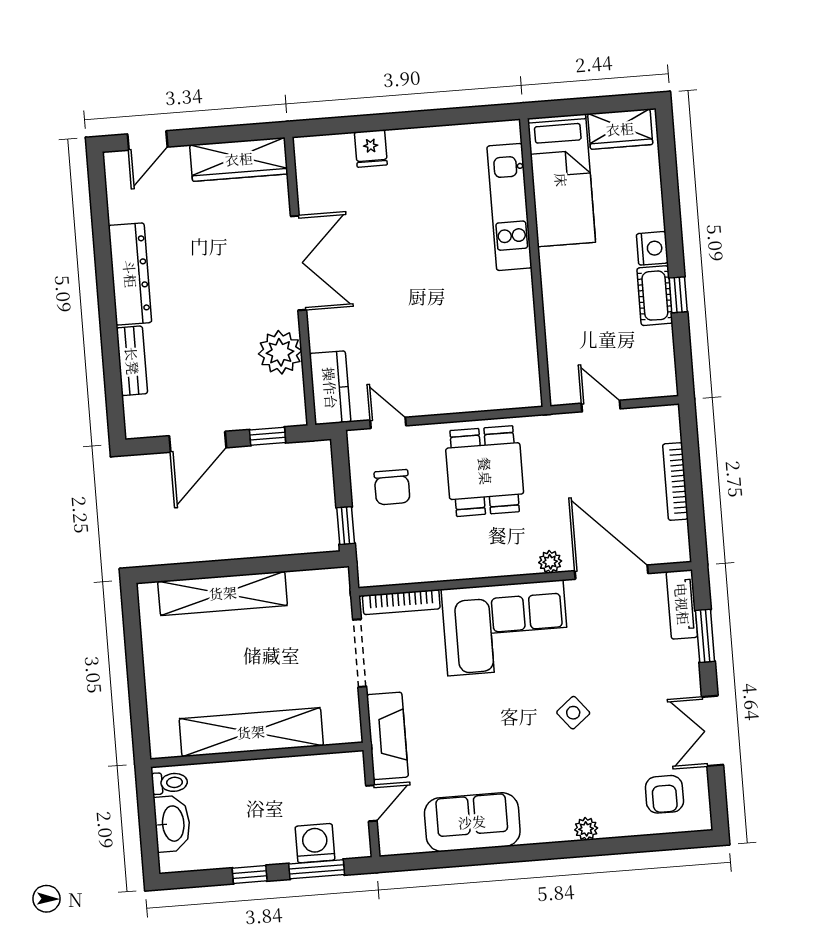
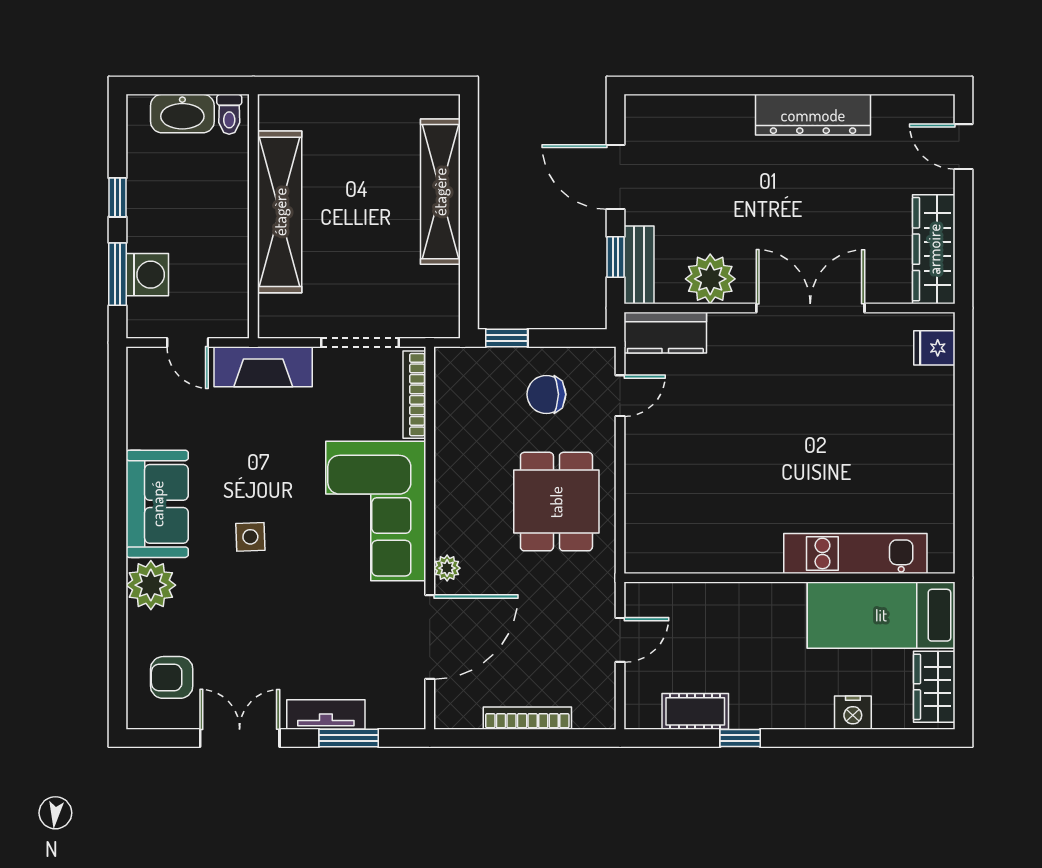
fridge: (371, 148) -> (934, 348), moved
nightstand: (652, 248) -> (853, 713), moved
double door: (299, 263) -> (810, 308), swing flipped
cot: (655, 296) -> (695, 711), moved
bench: (132, 361) -> (639, 265), moved, turned 90
dining table: (485, 471) -> (556, 502), turned 90
tv unit: (682, 604) -> (326, 714), moved
side table: (573, 713) -> (250, 537), moved, turned 37
sofa: (472, 822) -> (157, 504), moved
plant: (586, 829) -> (151, 585), width x1.87, depth x1.87

